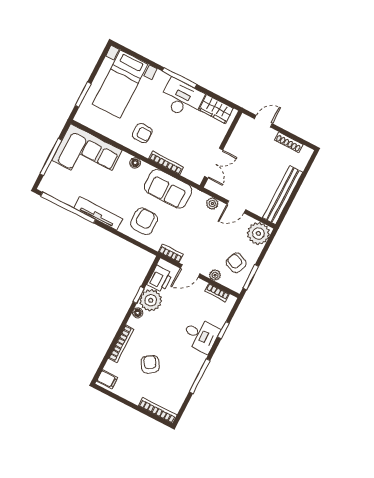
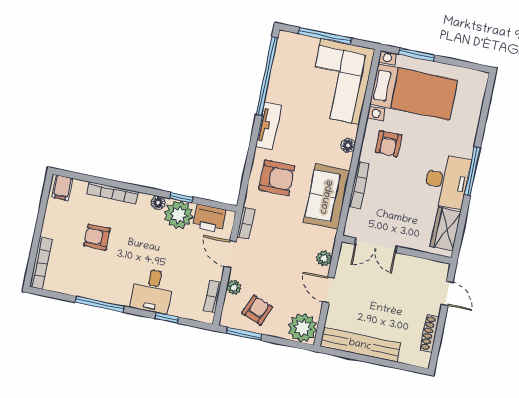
bed with nightstands: (120, 84) -> (414, 92), moved, turned 180
tv unit: (98, 213) -> (269, 126), width x0.71
armchair: (150, 364) -> (97, 237), turned -146

